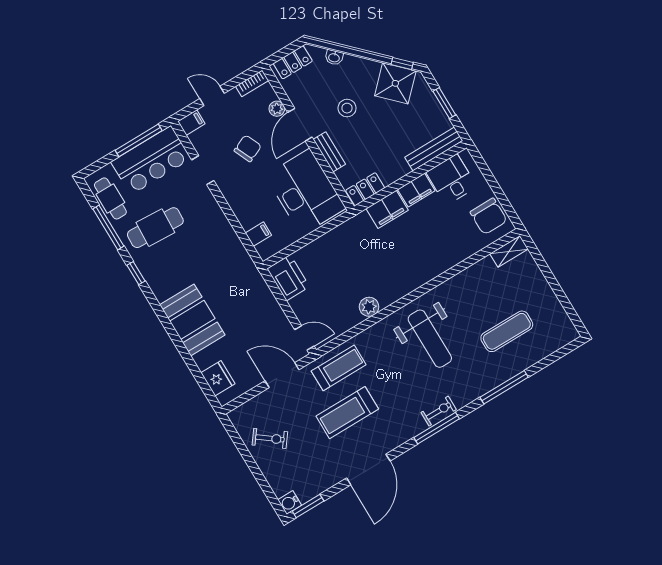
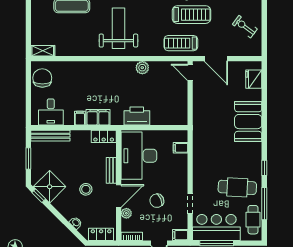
filing cabinet: (416, 190) -> (80, 118), width x0.50
printer: (288, 278) -> (137, 116), moved, turned 90

